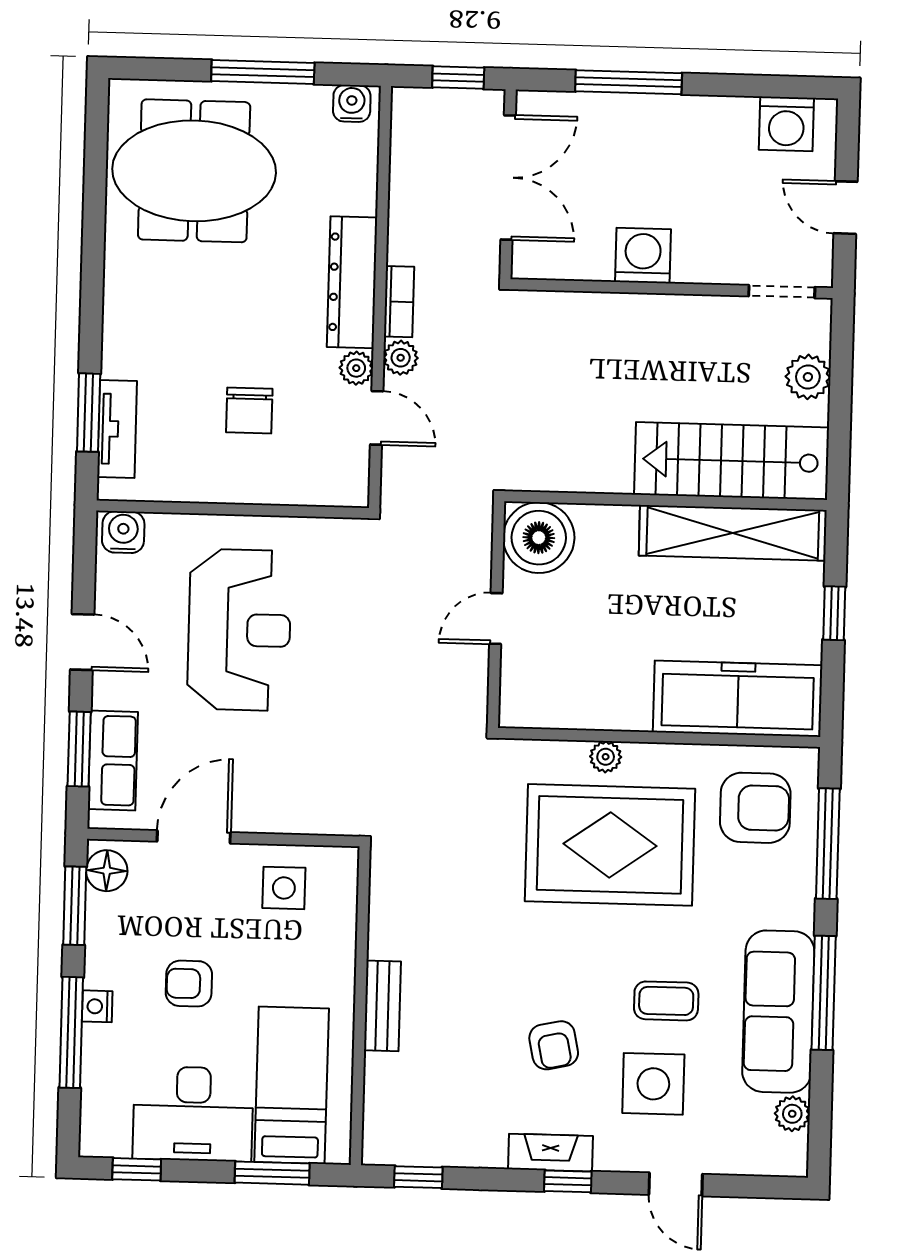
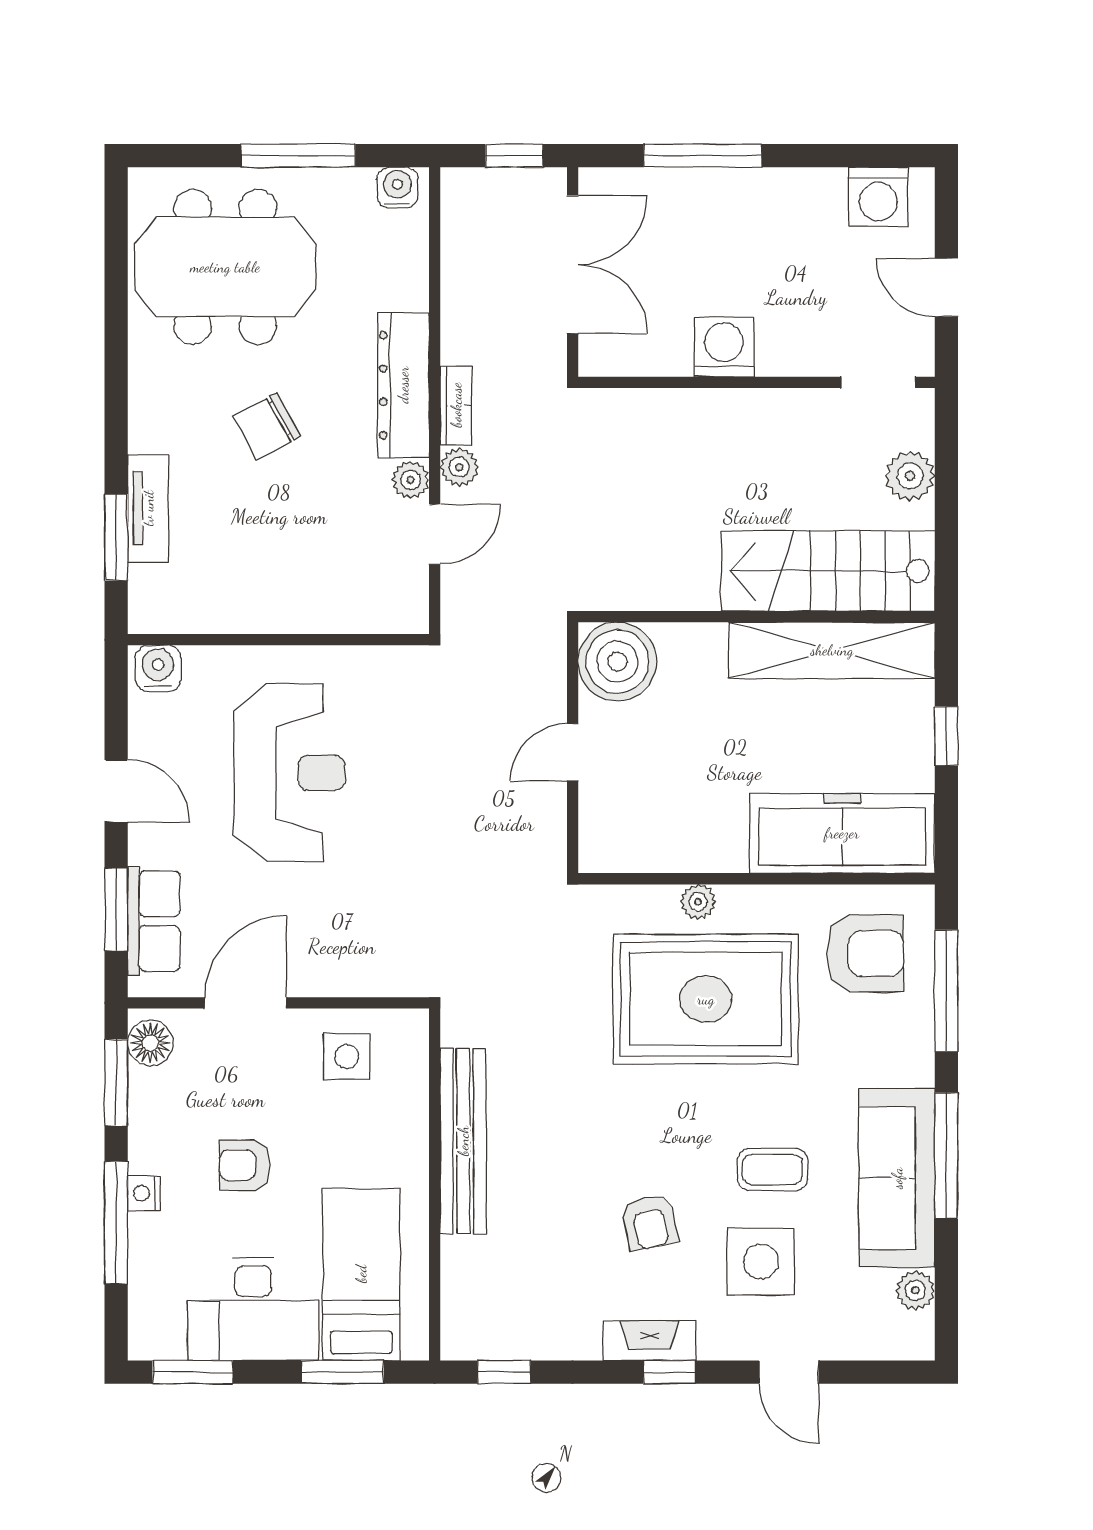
chair: (249, 410) -> (267, 426), moved, turned 61
door: (377, 418) -> (435, 534), hinge flipped
tv unit: (117, 429) -> (148, 508), moved
bench: (382, 1006) -> (463, 1141), width x1.86, depth x1.21
window: (137, 1169) -> (193, 1372), width x1.50

